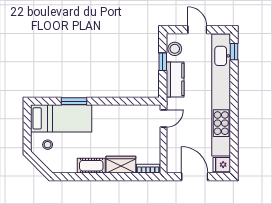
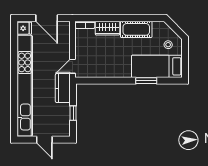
stool: (175, 49) -> (63, 124), removed
window: (234, 52) -> (14, 122), removed
kitchen counter: (175, 79) -> (63, 88), moved
cot: (91, 166) -> (136, 29), width x1.37, depth x1.34

